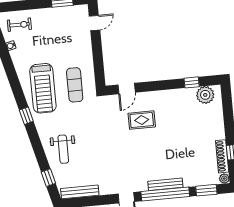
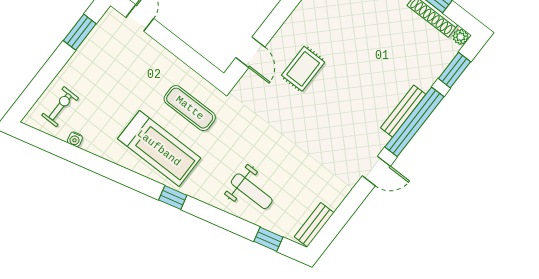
bench: (80, 192) -> (314, 225), width x0.73

